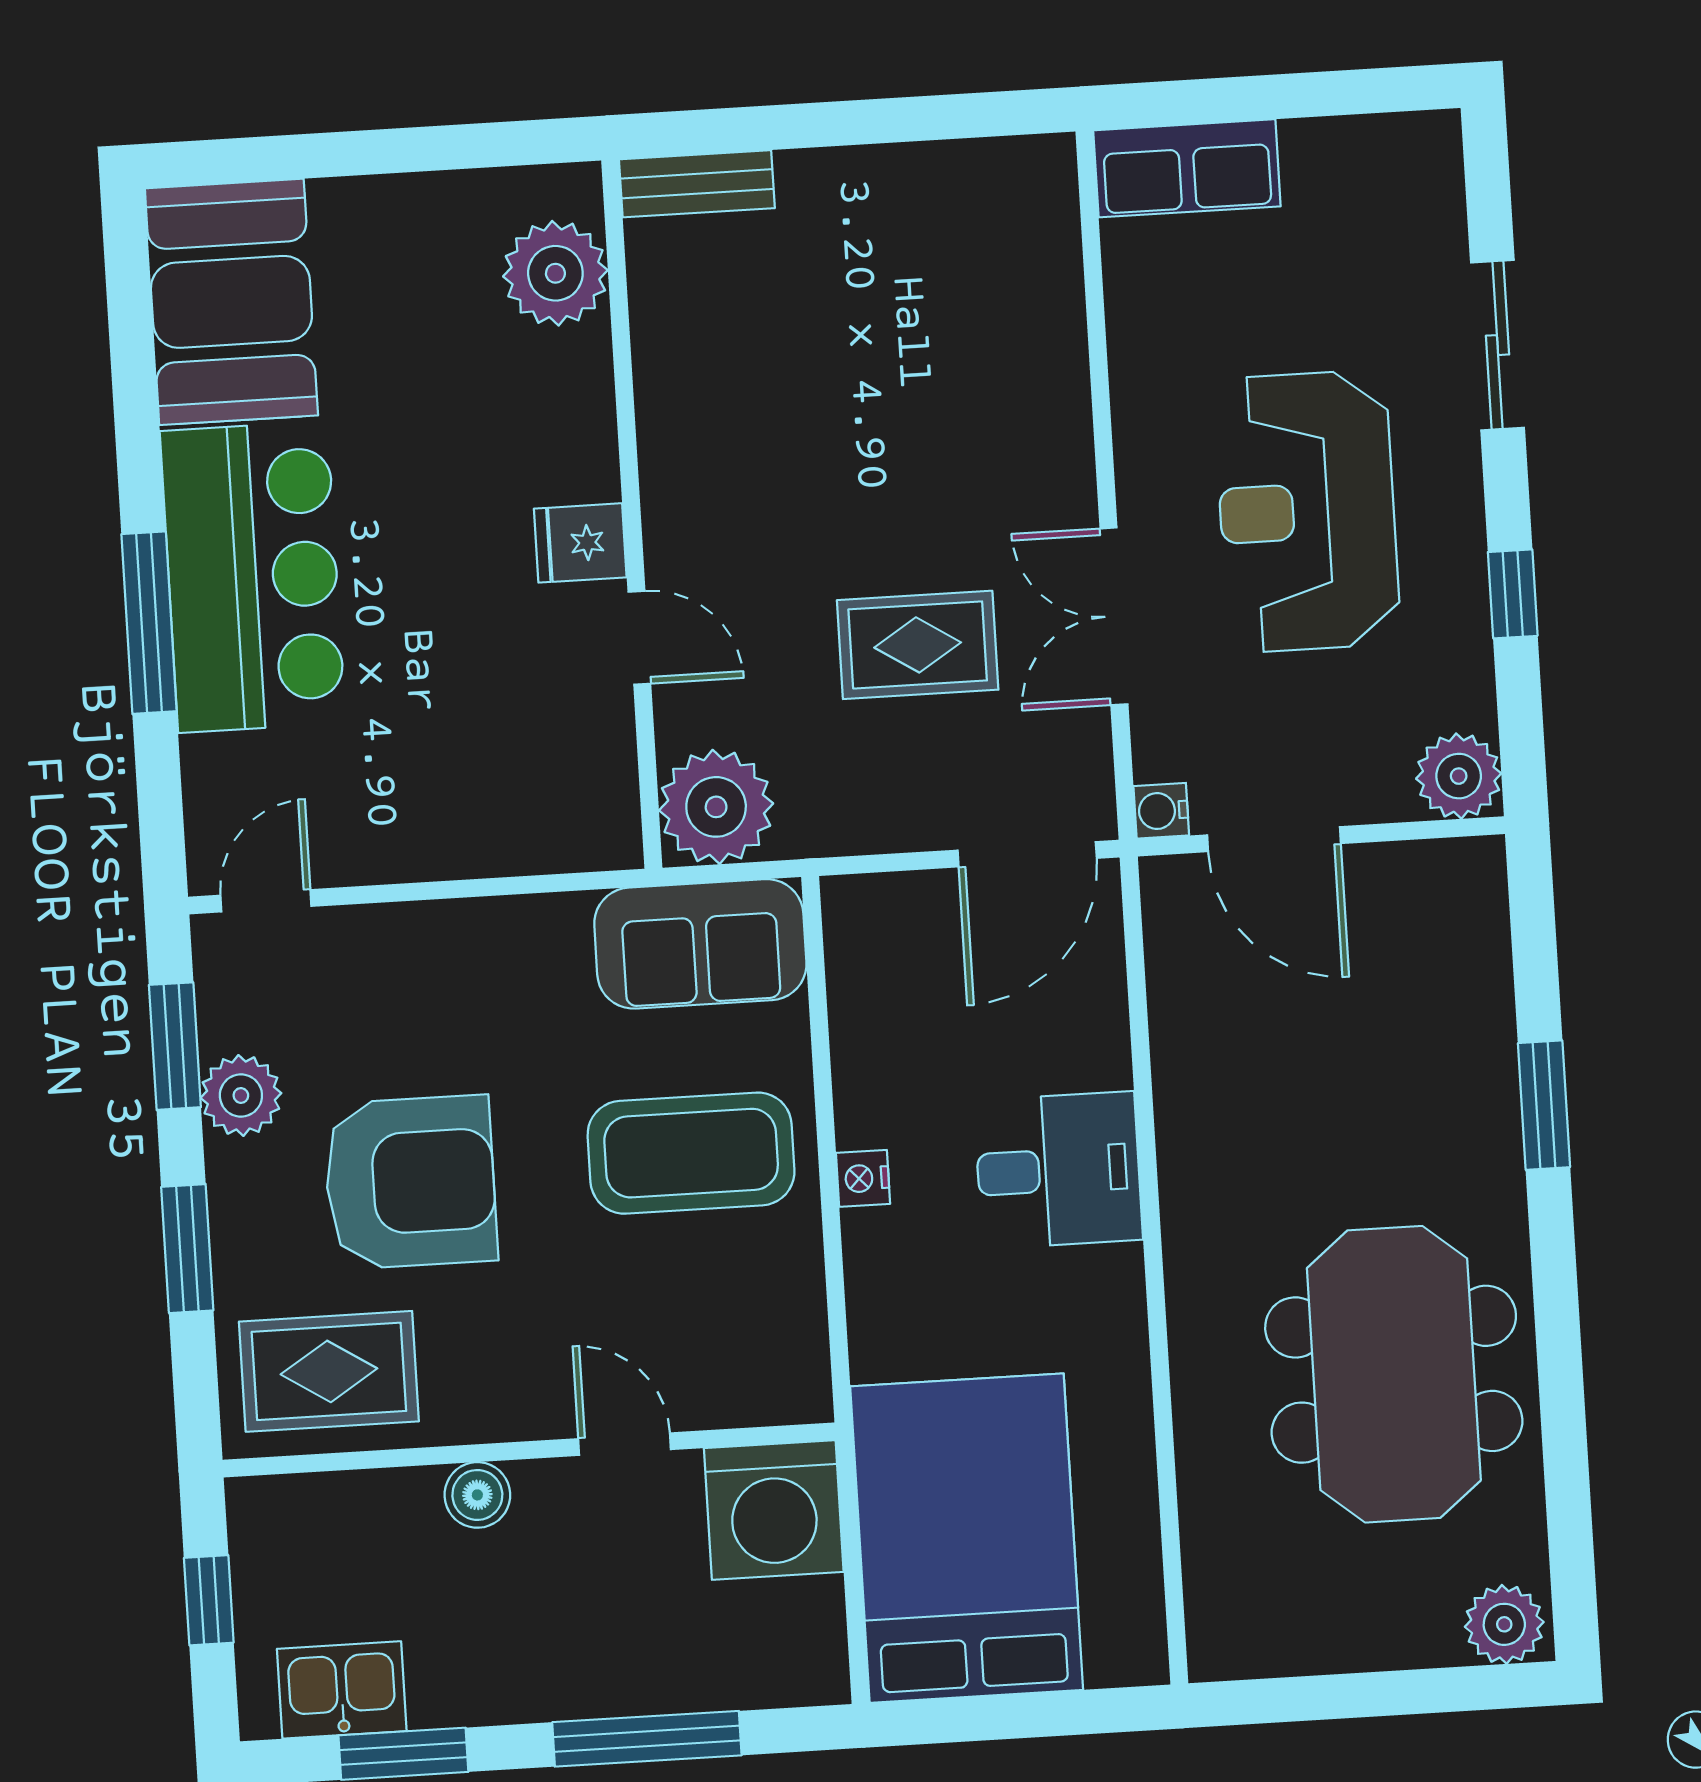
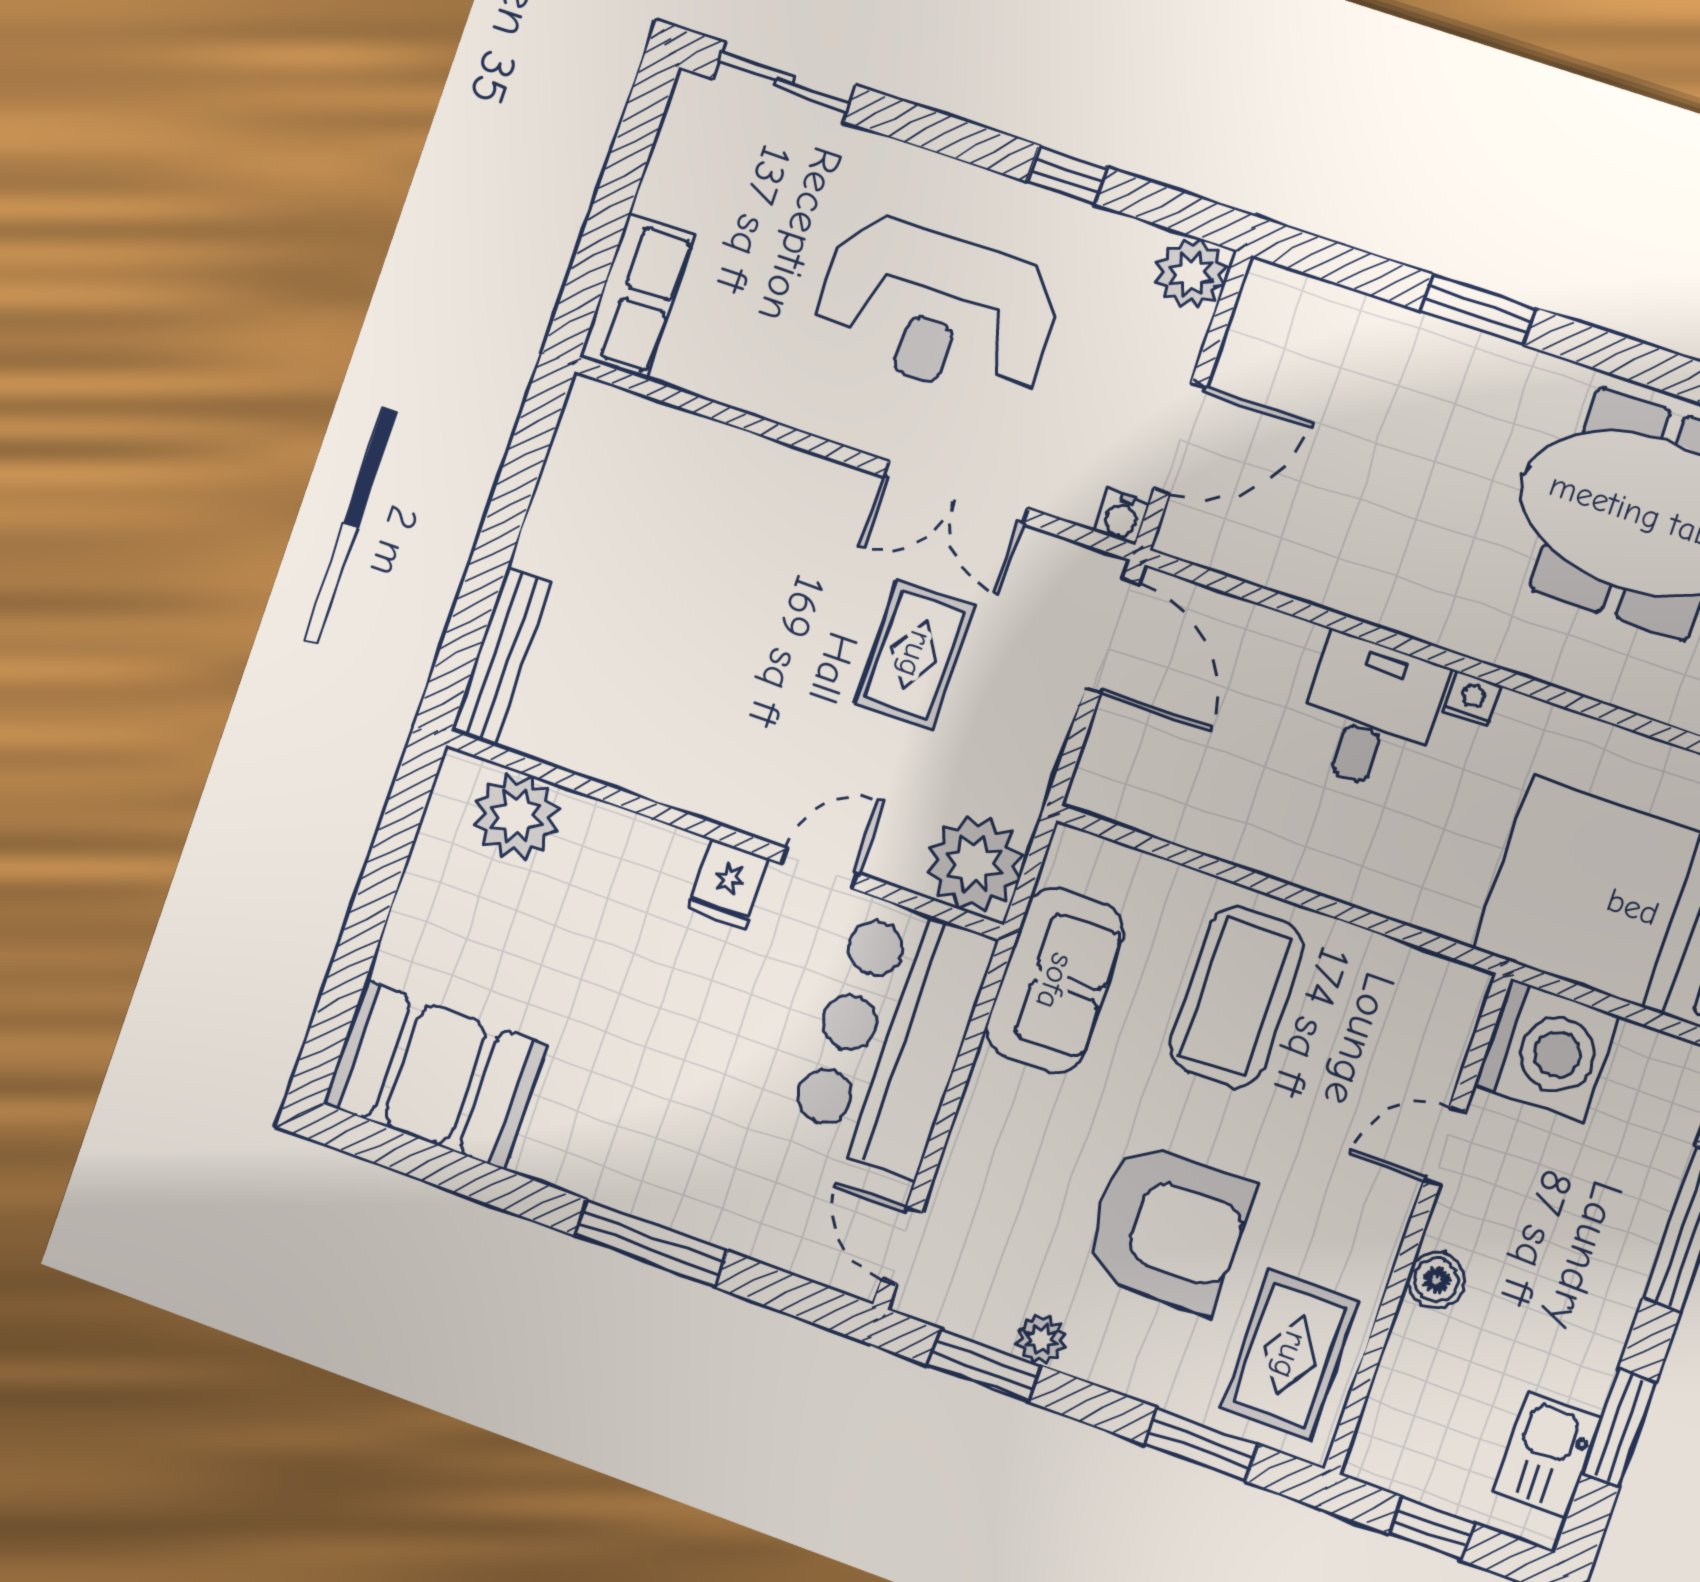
bench: (697, 184) -> (501, 657), width x1.36
sliding door: (1498, 345) -> (784, 82), moved
bar counter: (253, 577) -> (891, 1037), moved, turned -90
sofa: (700, 944) -> (1055, 981), moved
plant: (241, 1096) -> (1041, 1339), width x0.73, depth x0.73
nightstand: (863, 1178) -> (1472, 699), moved, turned 180
armchair: (410, 1182) -> (1167, 1227), turned 90
window: (187, 1249) -> (1201, 1444), moved

